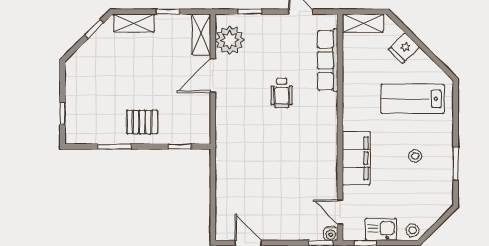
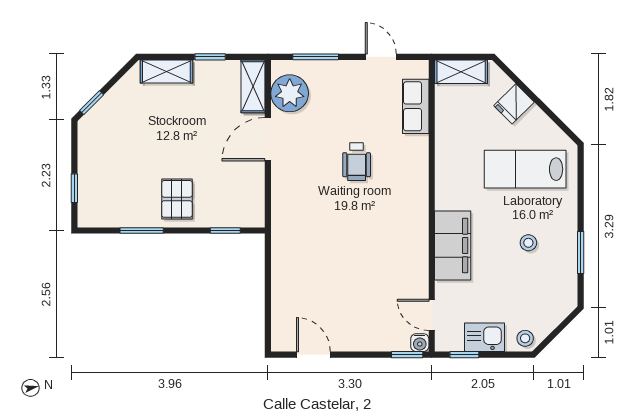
window: (250, 12) -> (316, 57), width x1.50
window: (94, 29) -> (92, 103), moved
row of seats: (328, 60) -> (416, 106), width x0.68
pallet: (142, 122) -> (177, 199), turned 90

